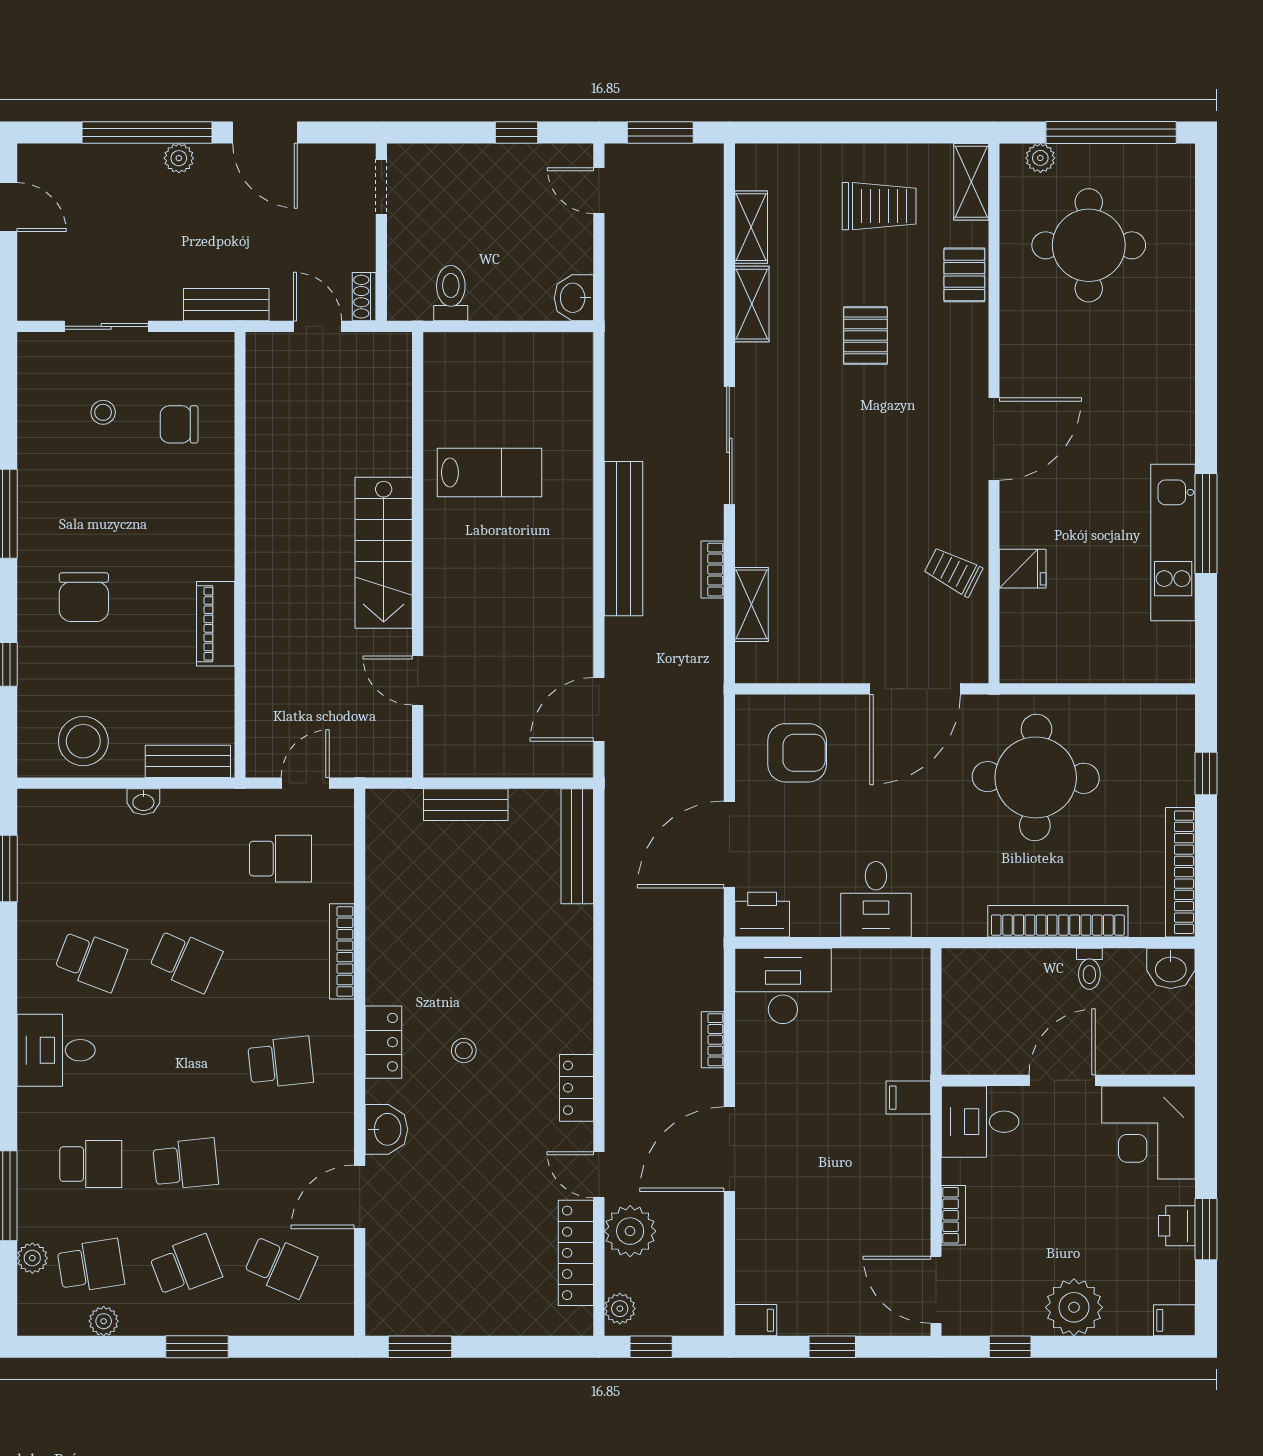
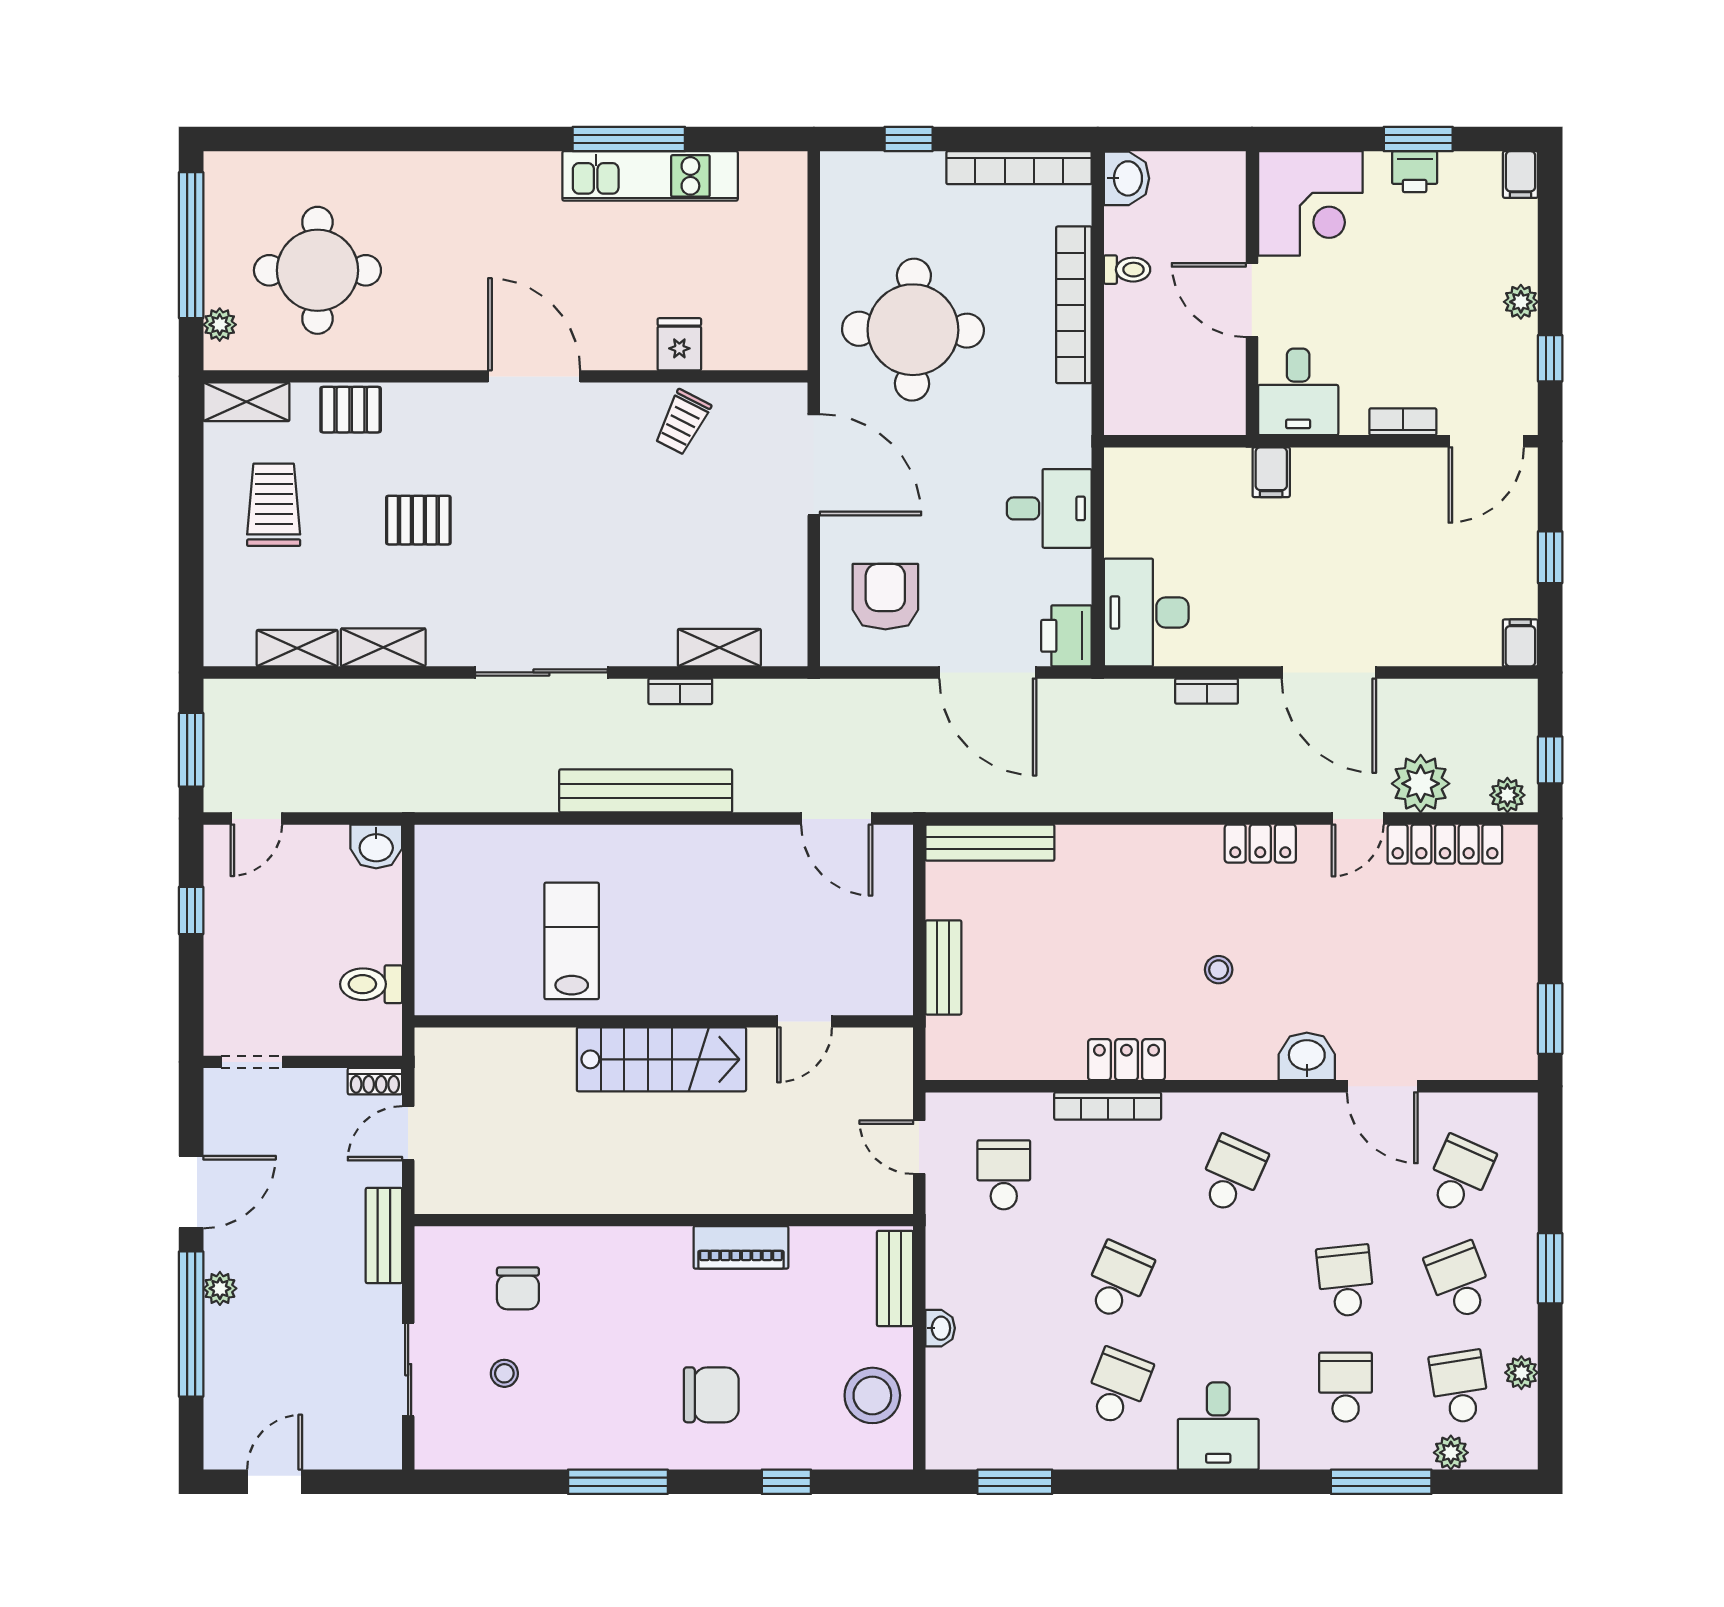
locker: (383, 1042) -> (1126, 1060), moved
school desk: (280, 1062) -> (1232, 1175), turned 30
plant: (1074, 1307) -> (1521, 302), width x0.53, depth x0.53

